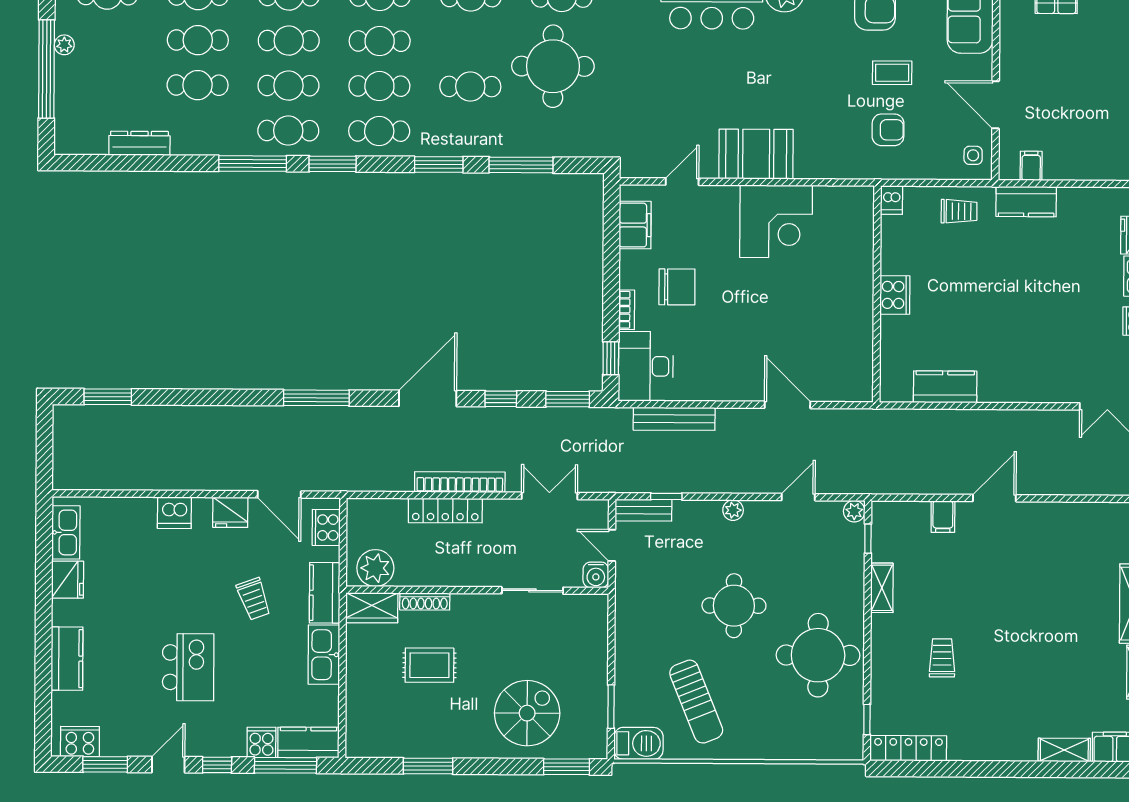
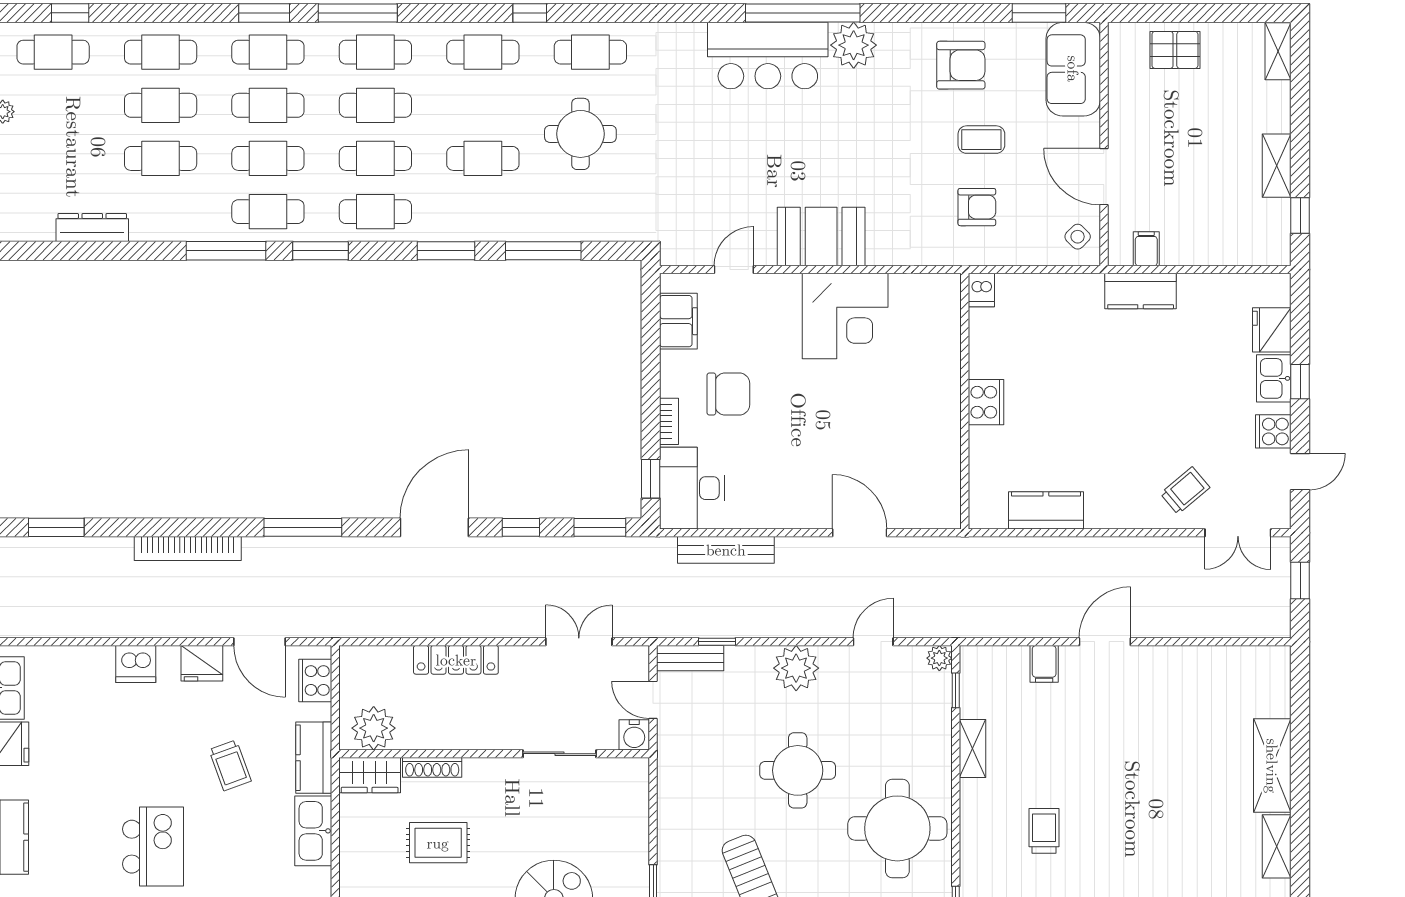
round table: (553, 66) -> (580, 134), width x0.73, depth x0.73
side table: (973, 155) -> (1078, 237), turned 45
trolley: (959, 211) -> (1185, 491), moved, turned -40
bookcase: (460, 482) -> (188, 549), moved, turned 180
plant: (733, 510) -> (796, 668), width x1.88, depth x1.88

